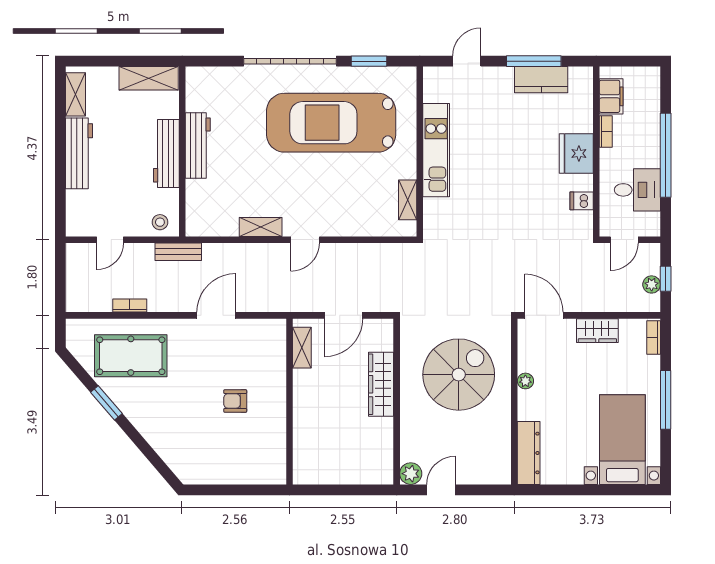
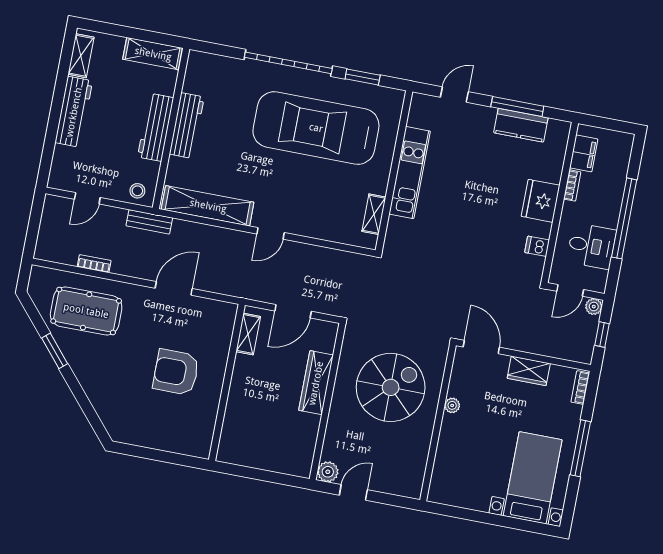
shelving: (261, 227) -> (208, 206), width x2.20, depth x1.33
plant: (652, 284) -> (594, 307), moved
armchair: (235, 401) -> (176, 372), width x1.88, depth x1.88
dresser: (529, 453) -> (442, 474), removed

